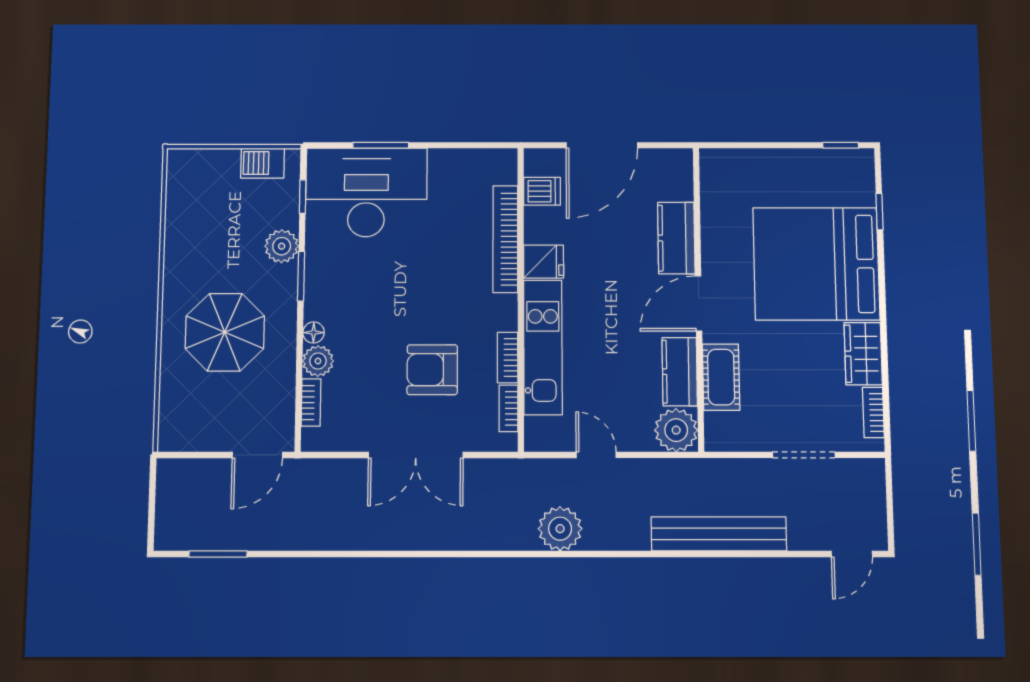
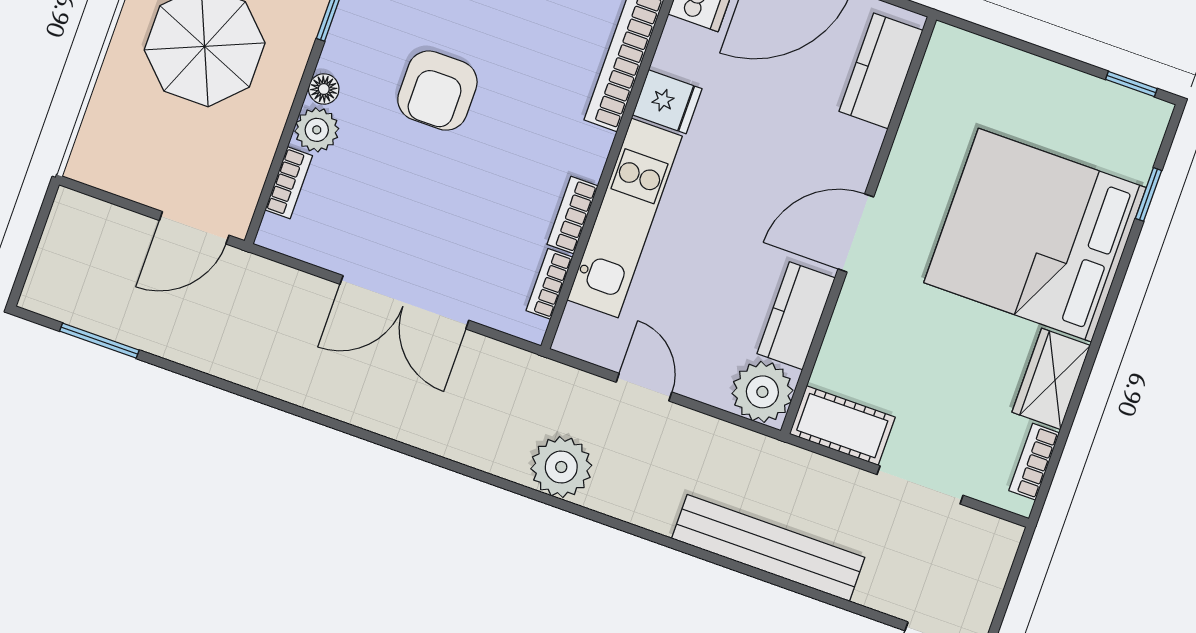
kitchen counter: (676, 238) -> (881, 71), moved
armchair: (432, 370) -> (437, 91), moved, turned -90
cot: (721, 377) -> (842, 426), moved, turned 90

